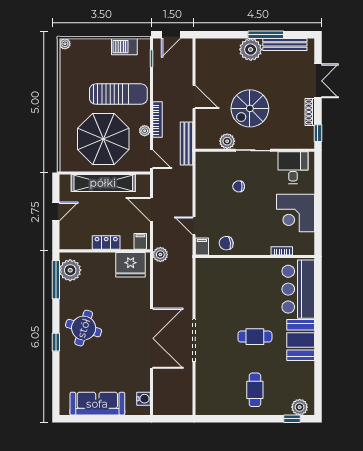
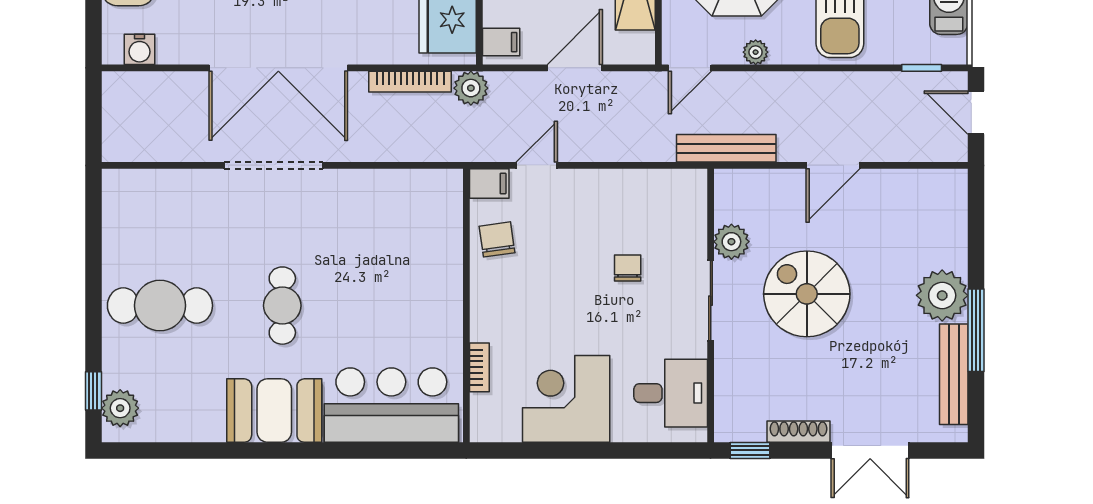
bookcase: (157, 120) -> (410, 82), moved
cafe table: (255, 390) -> (160, 306), width x1.37, depth x1.35

